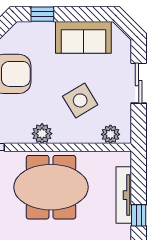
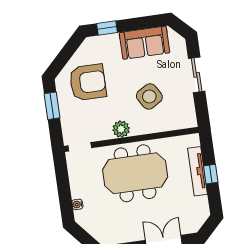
plant: (110, 134) -> (179, 121), removed
window: (139, 215) -> (211, 174), moved

